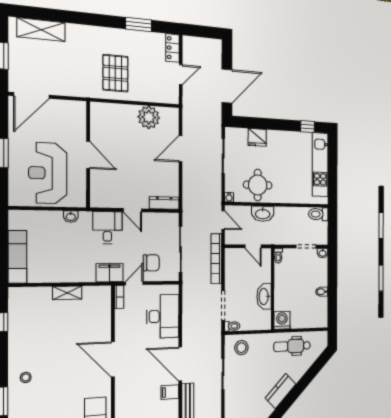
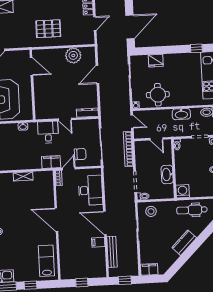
pallet: (115, 73) -> (48, 29), turned 90
door: (88, 155) -> (31, 66), moved
washbasin: (263, 214) -> (181, 114), moved

